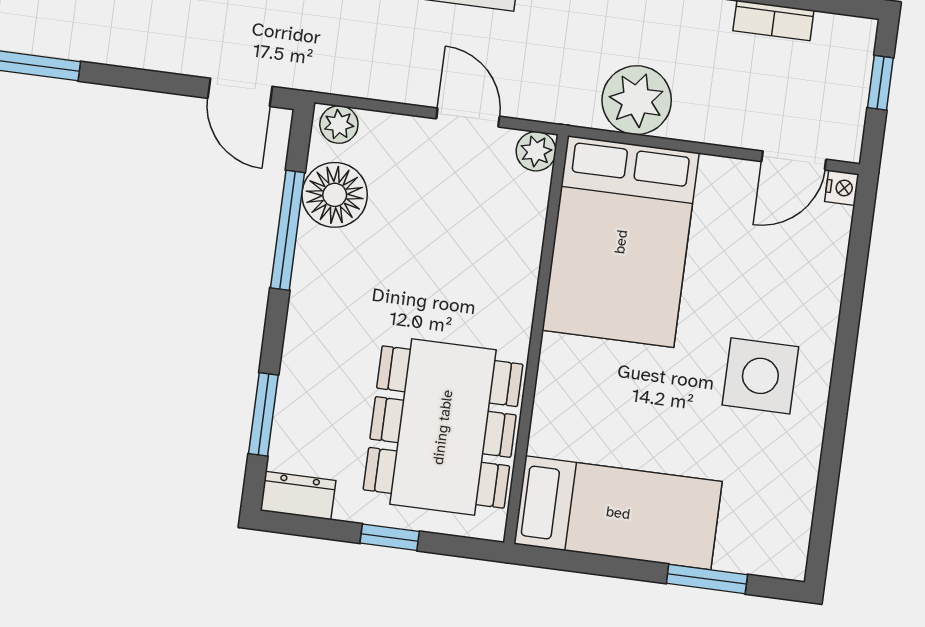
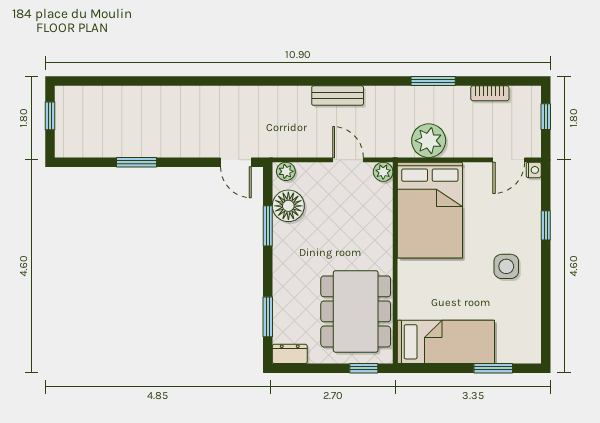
window: (288, 230) -> (268, 226), width x0.69
window: (851, 303) -> (546, 225), added
side table: (760, 376) -> (506, 266), width x0.73, depth x0.73
window: (390, 537) -> (364, 368), moved

